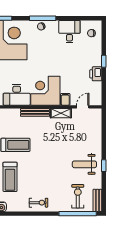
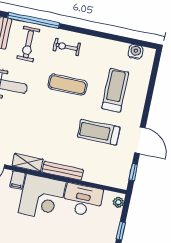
exercise mat: (44, 174) -> (67, 85), added
exercise bike: (39, 203) -> (67, 47), moved

